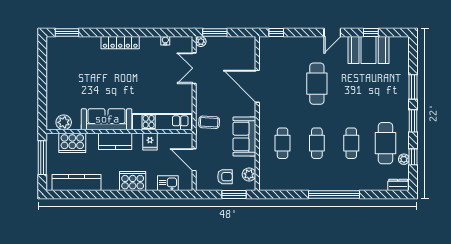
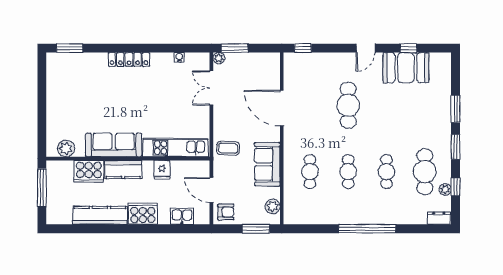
cooker: (72, 143) -> (89, 171), moved
armchair: (225, 177) -> (226, 212), moved
kitchen counter: (77, 182) -> (100, 215), moved

